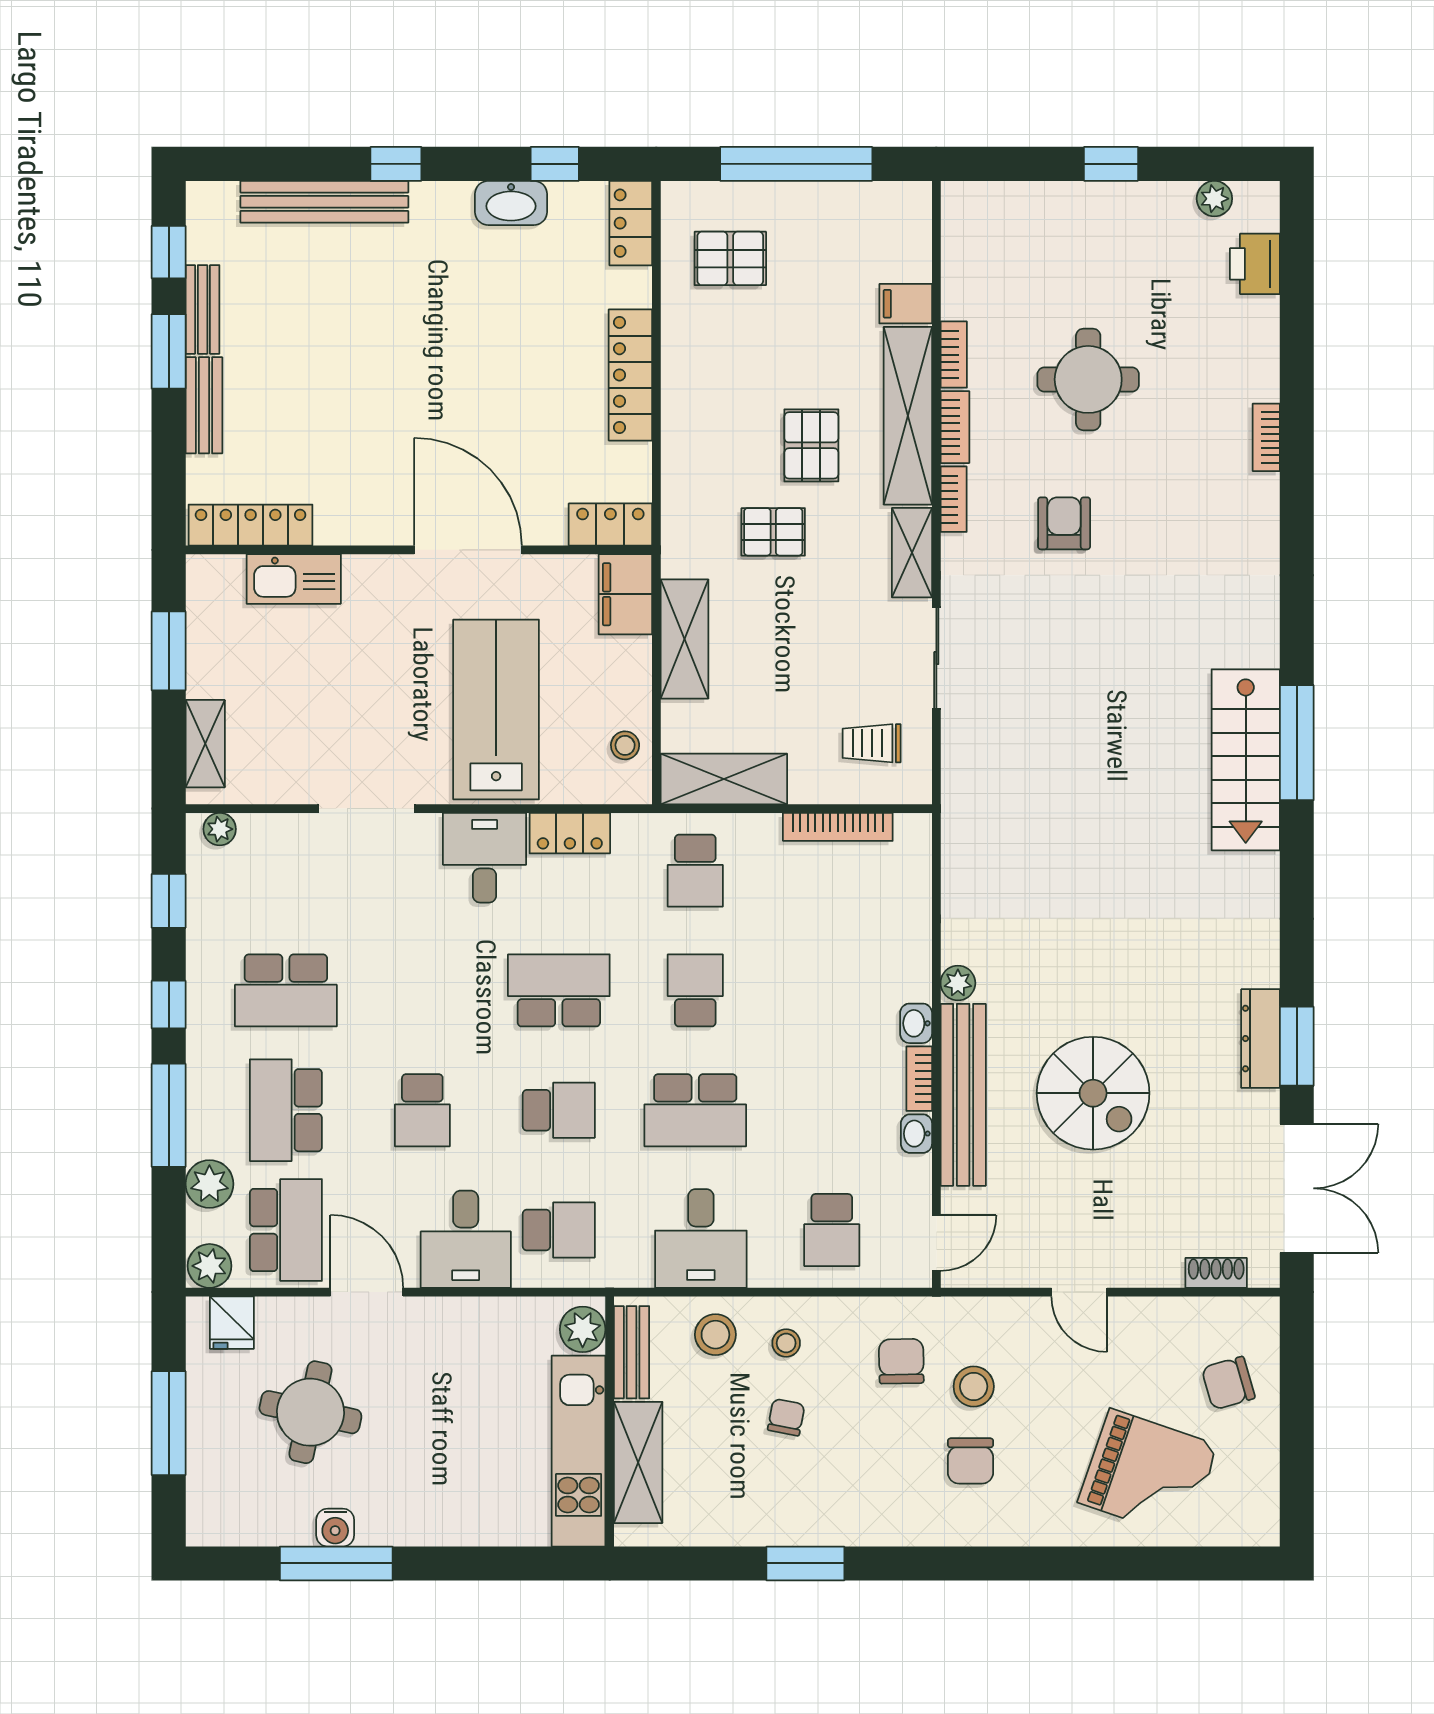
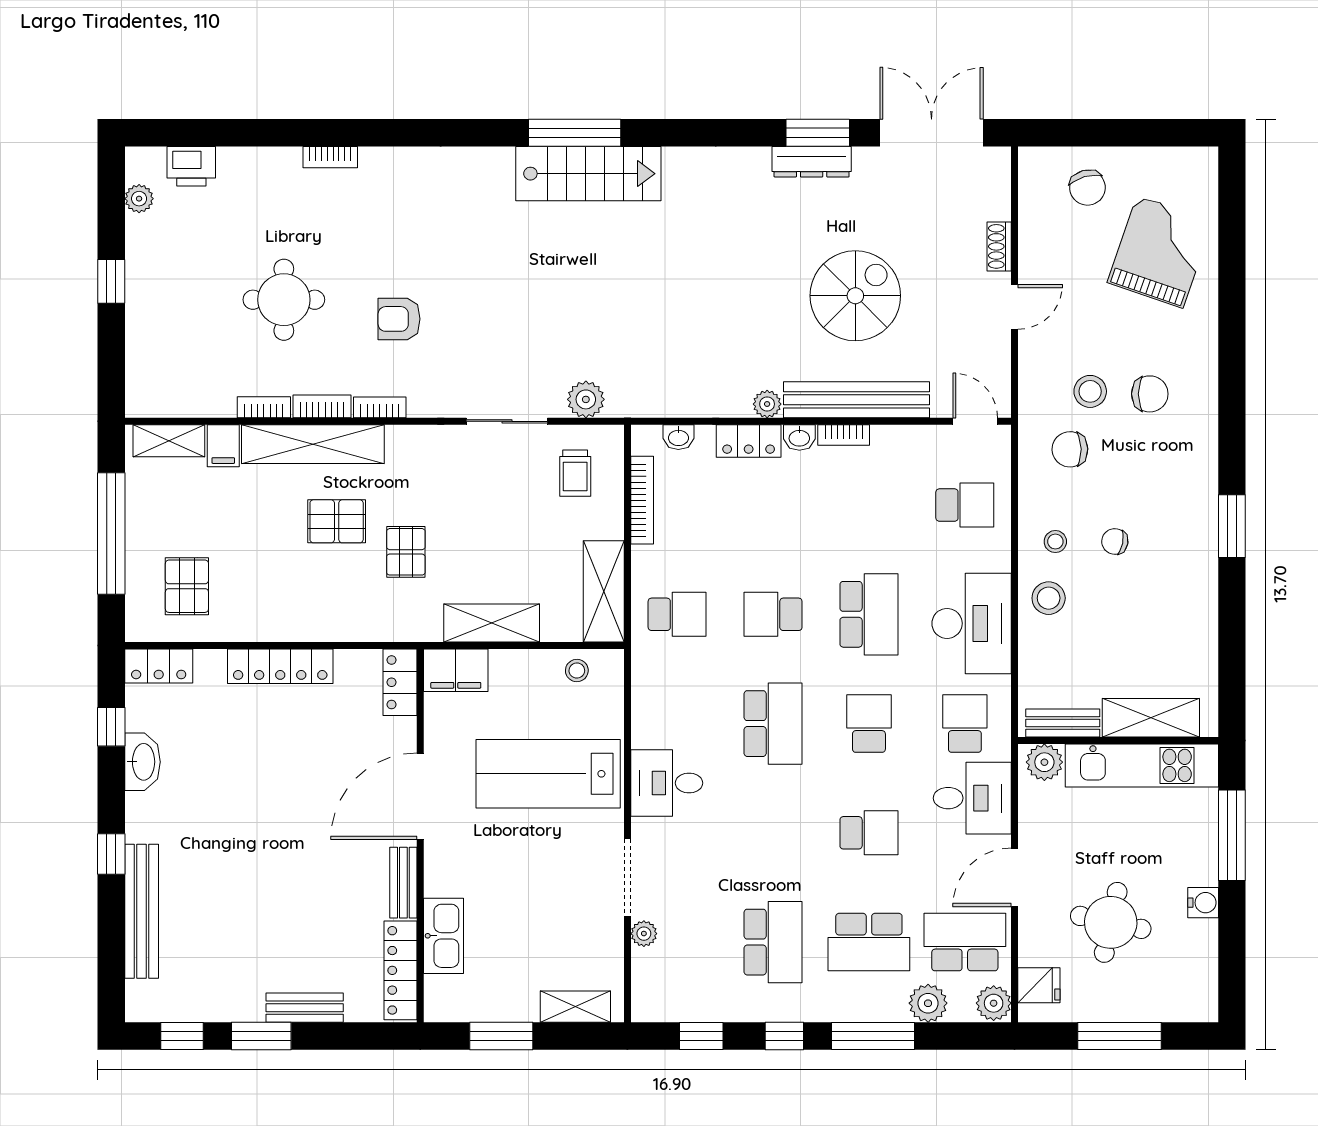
bench: (203, 309) -> (403, 883), moved, turned 90
shelving: (912, 553) -> (169, 441), moved
plant: (964, 757) -> (586, 399), added
plant: (220, 829) -> (644, 934), moved
locker: (570, 833) -> (749, 441), moved, turned 90
school desk: (559, 990) -> (773, 724), turned 180
washbasin: (916, 1134) -> (678, 437), moved
desk: (701, 1238) -> (972, 623), width x1.37
shoe rack: (1216, 1273) -> (999, 246), moved
plant: (583, 1329) -> (1044, 762), moved
bench: (632, 1352) -> (1063, 723), moved
wall: (610, 1421) -> (1118, 741), moved
kitchen unit: (579, 1451) -> (1142, 765), moved
shelving: (638, 1462) -> (1151, 718), moved
window: (336, 1563) -> (1232, 835), moved

